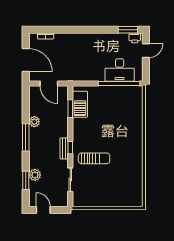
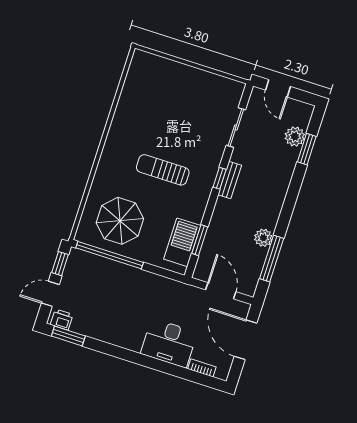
desk: (120, 70) -> (169, 343), moved, turned 180
window: (146, 70) -> (60, 264), added
parasol: (119, 105) -> (120, 221), added
window: (26, 137) -> (272, 259), moved
sun lounger: (94, 158) -> (163, 170), moved
plant: (35, 175) -> (295, 136), moved
door: (43, 210) -> (278, 88), moved

